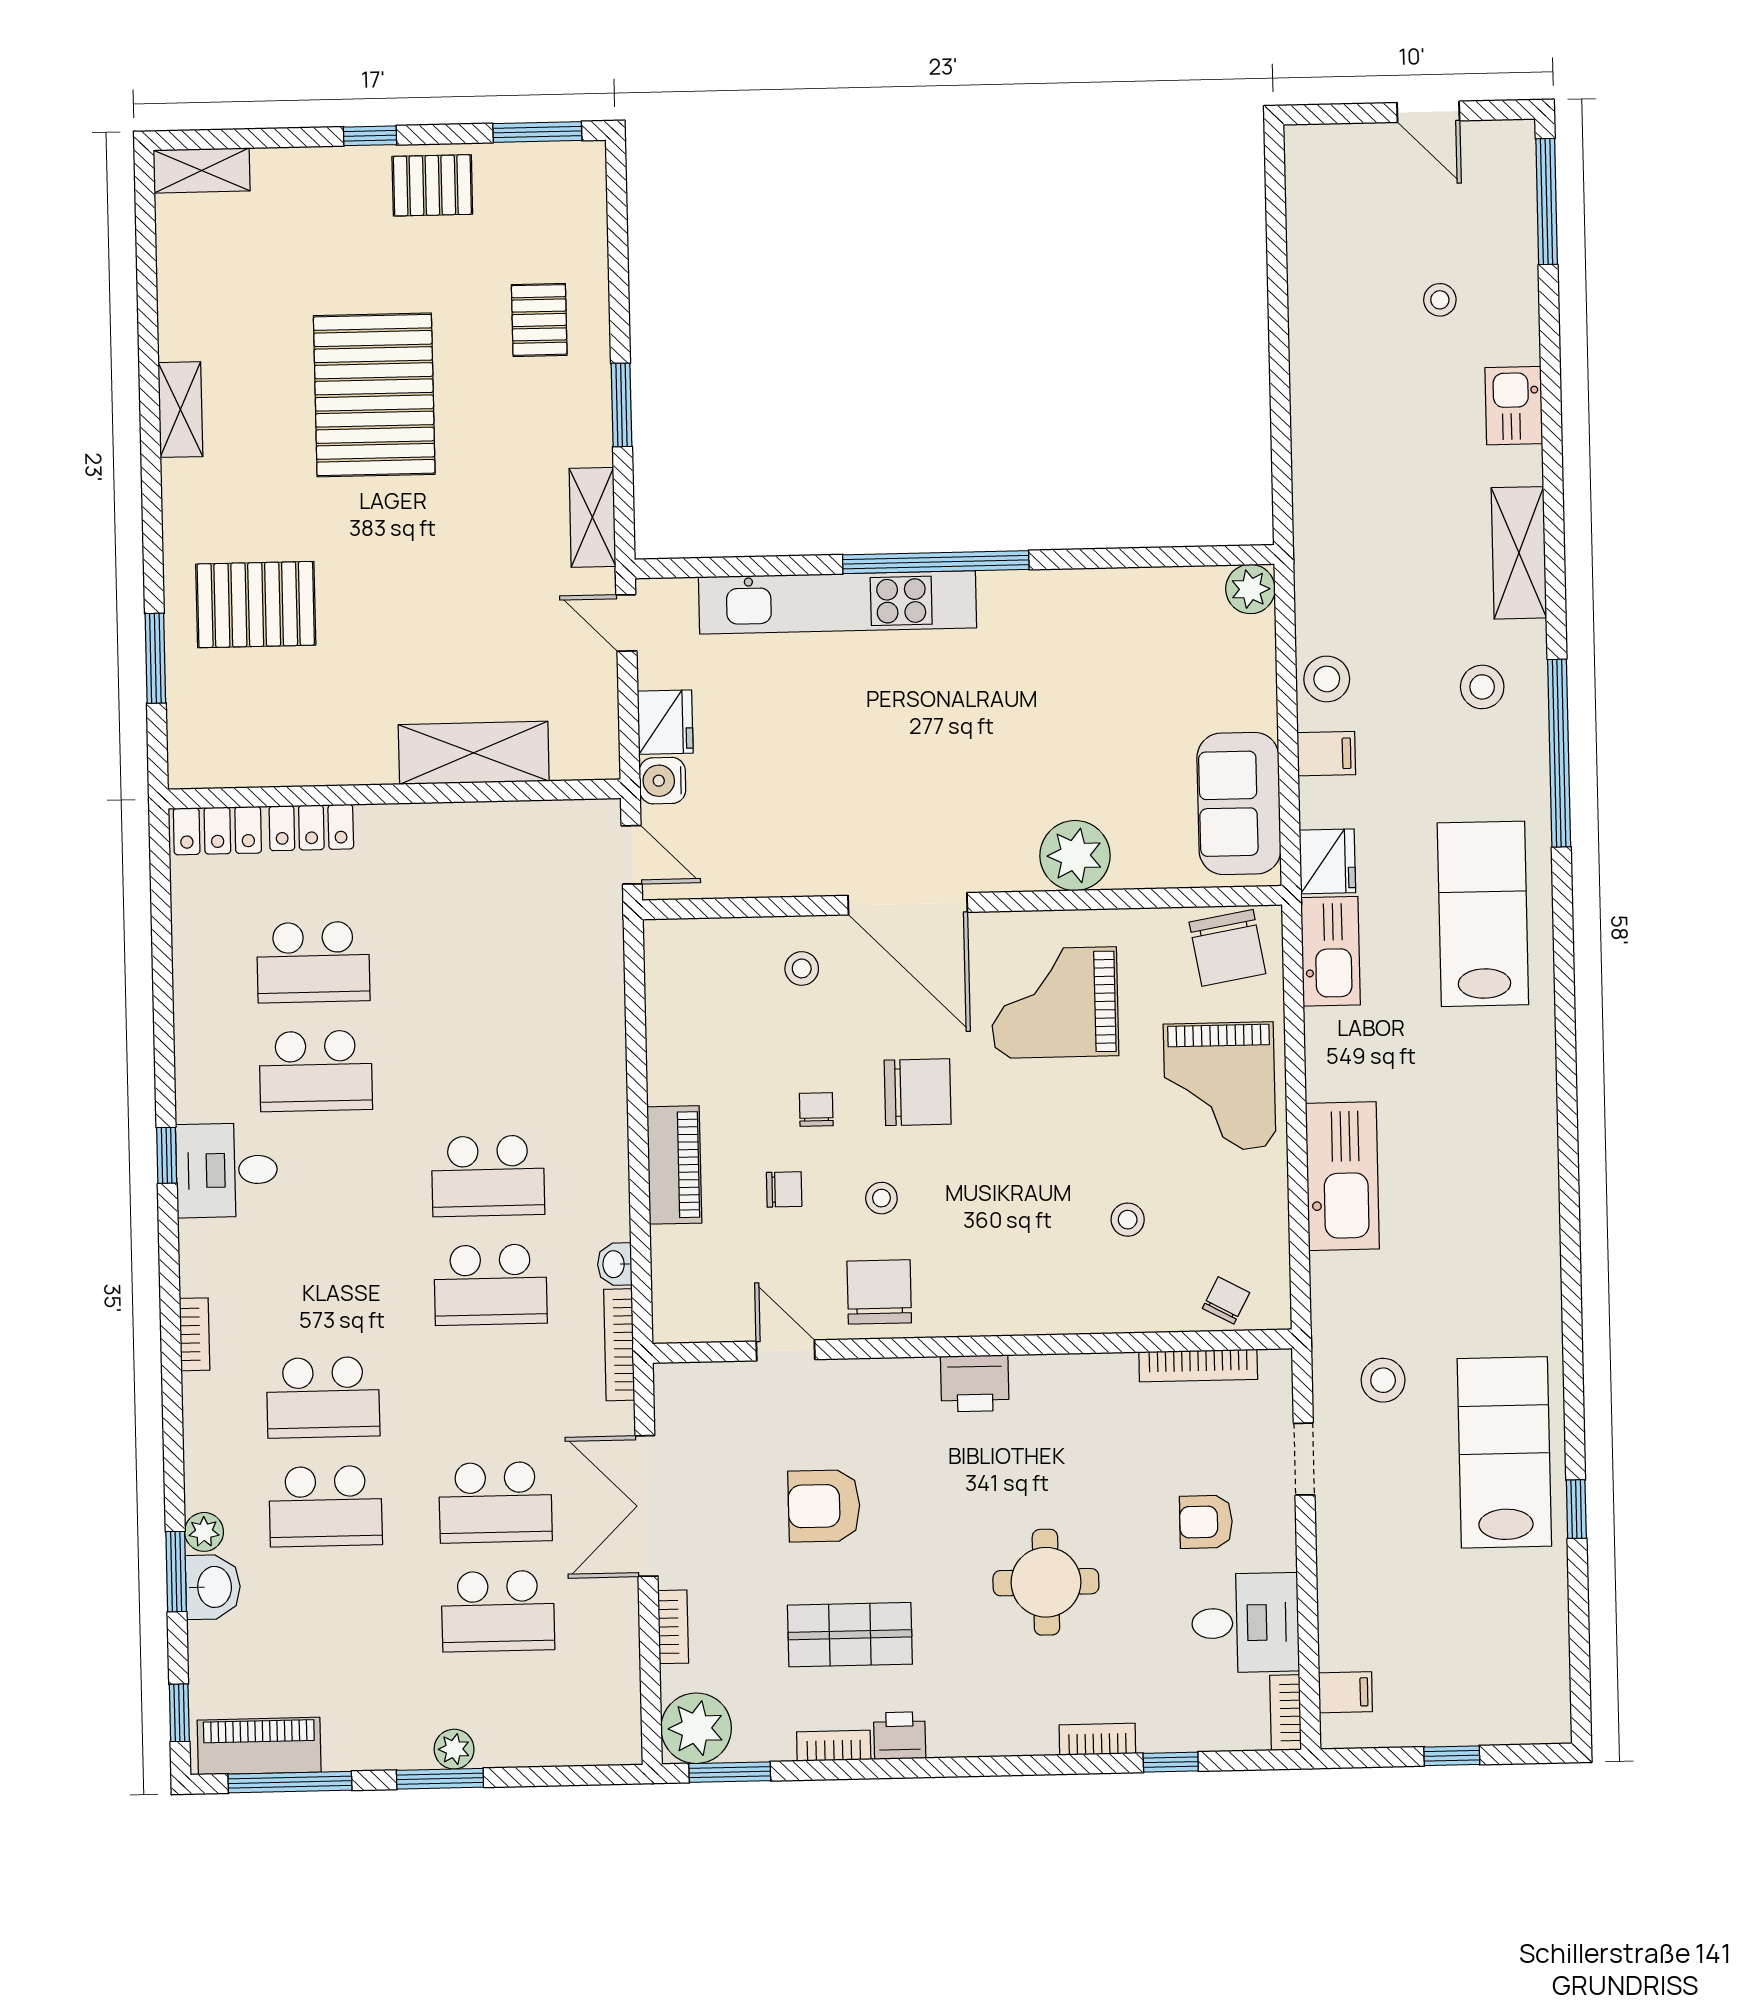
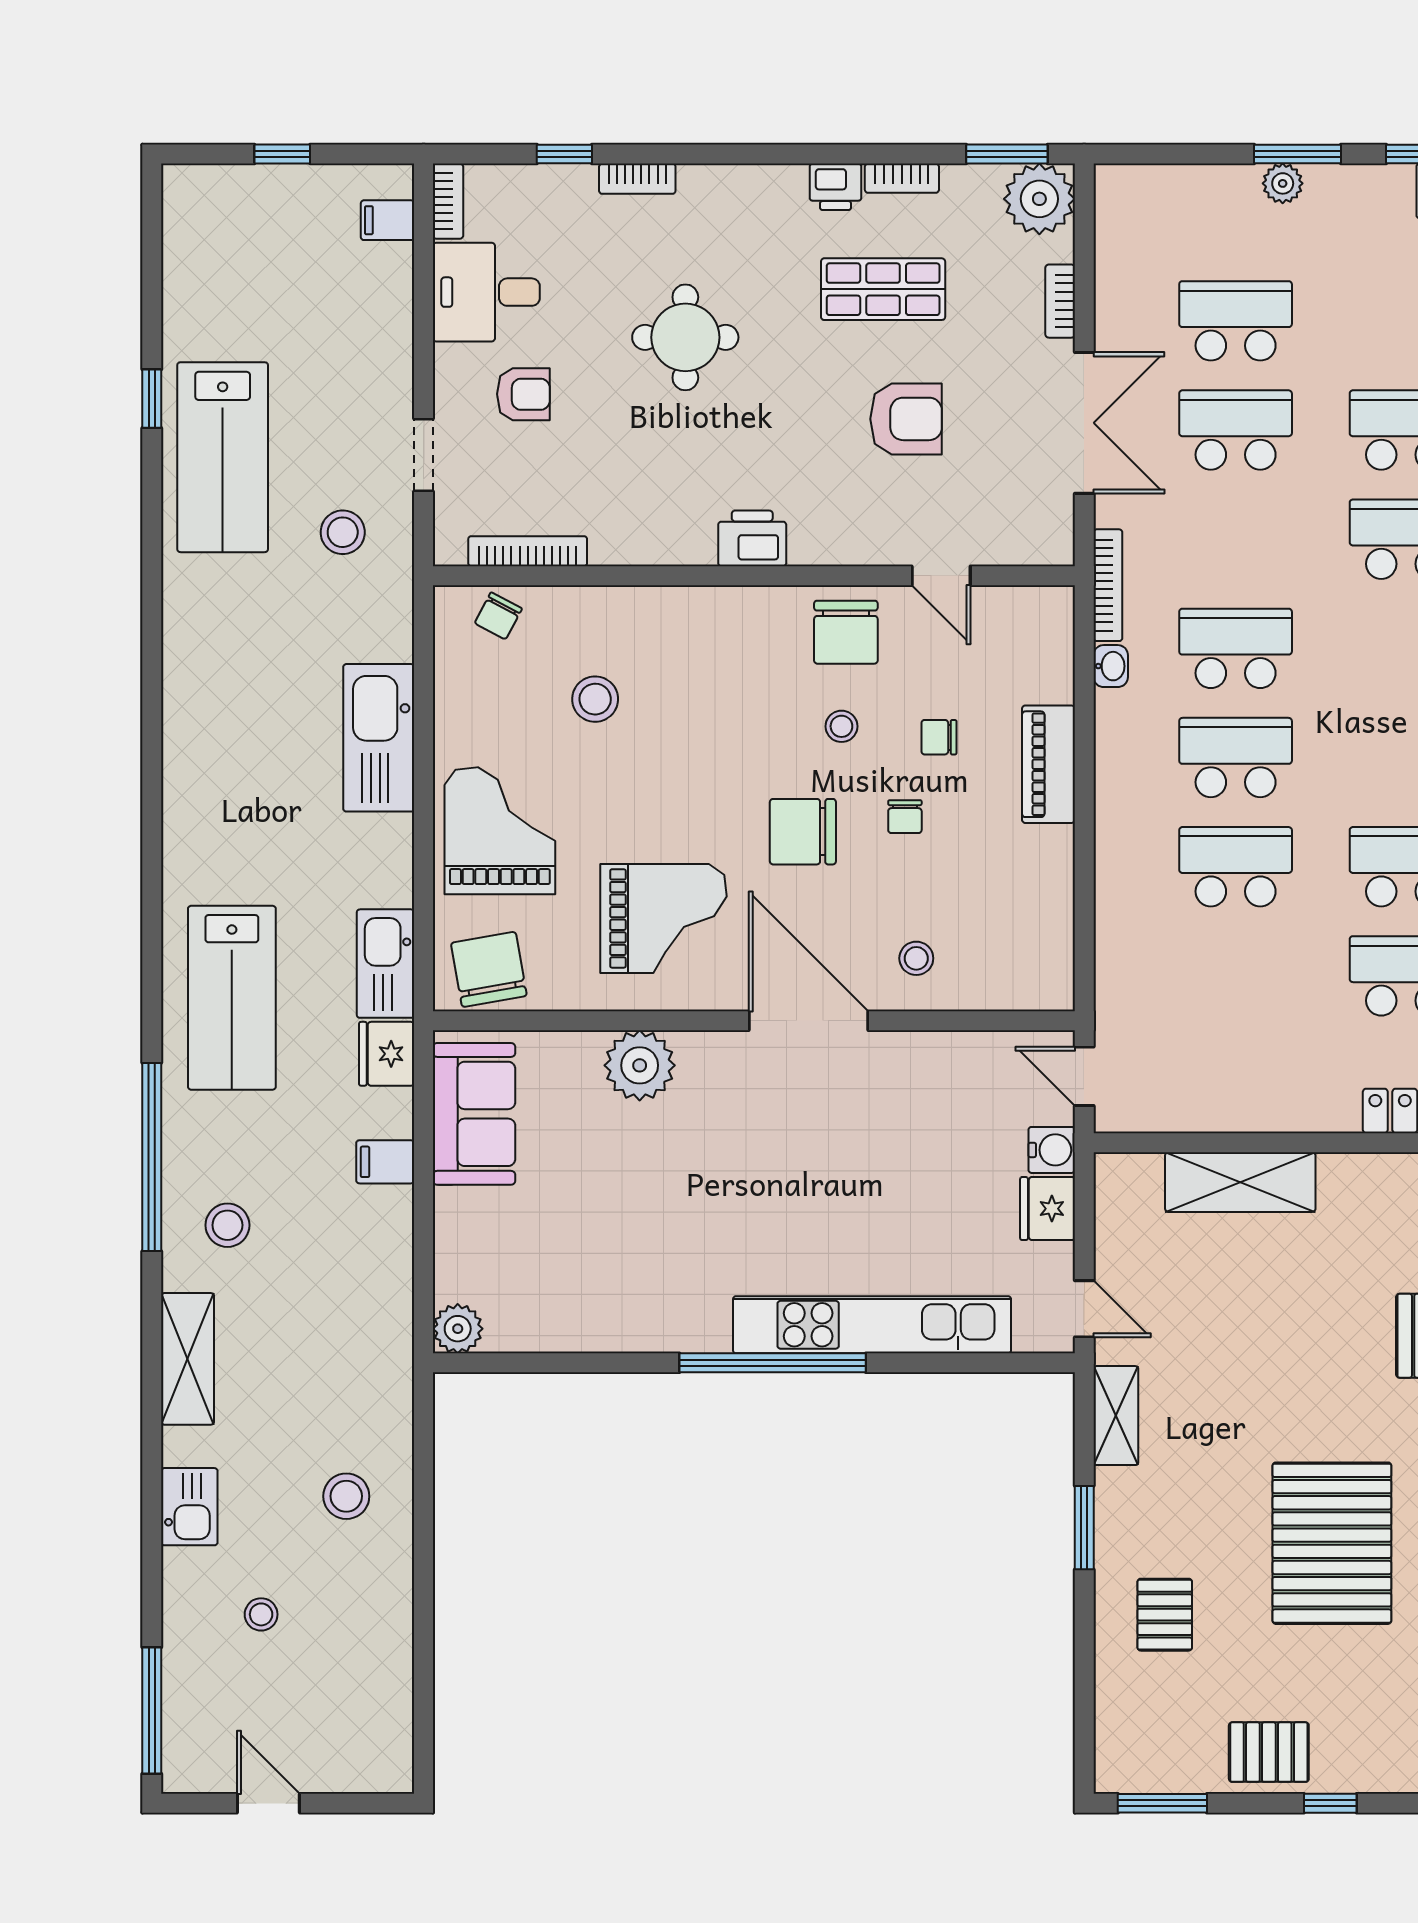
stool: (1327, 679) -> (346, 1496), moved
school desk: (486, 1067) -> (1236, 867), added
stool: (1128, 1220) -> (595, 699), width x1.37, depth x1.37

